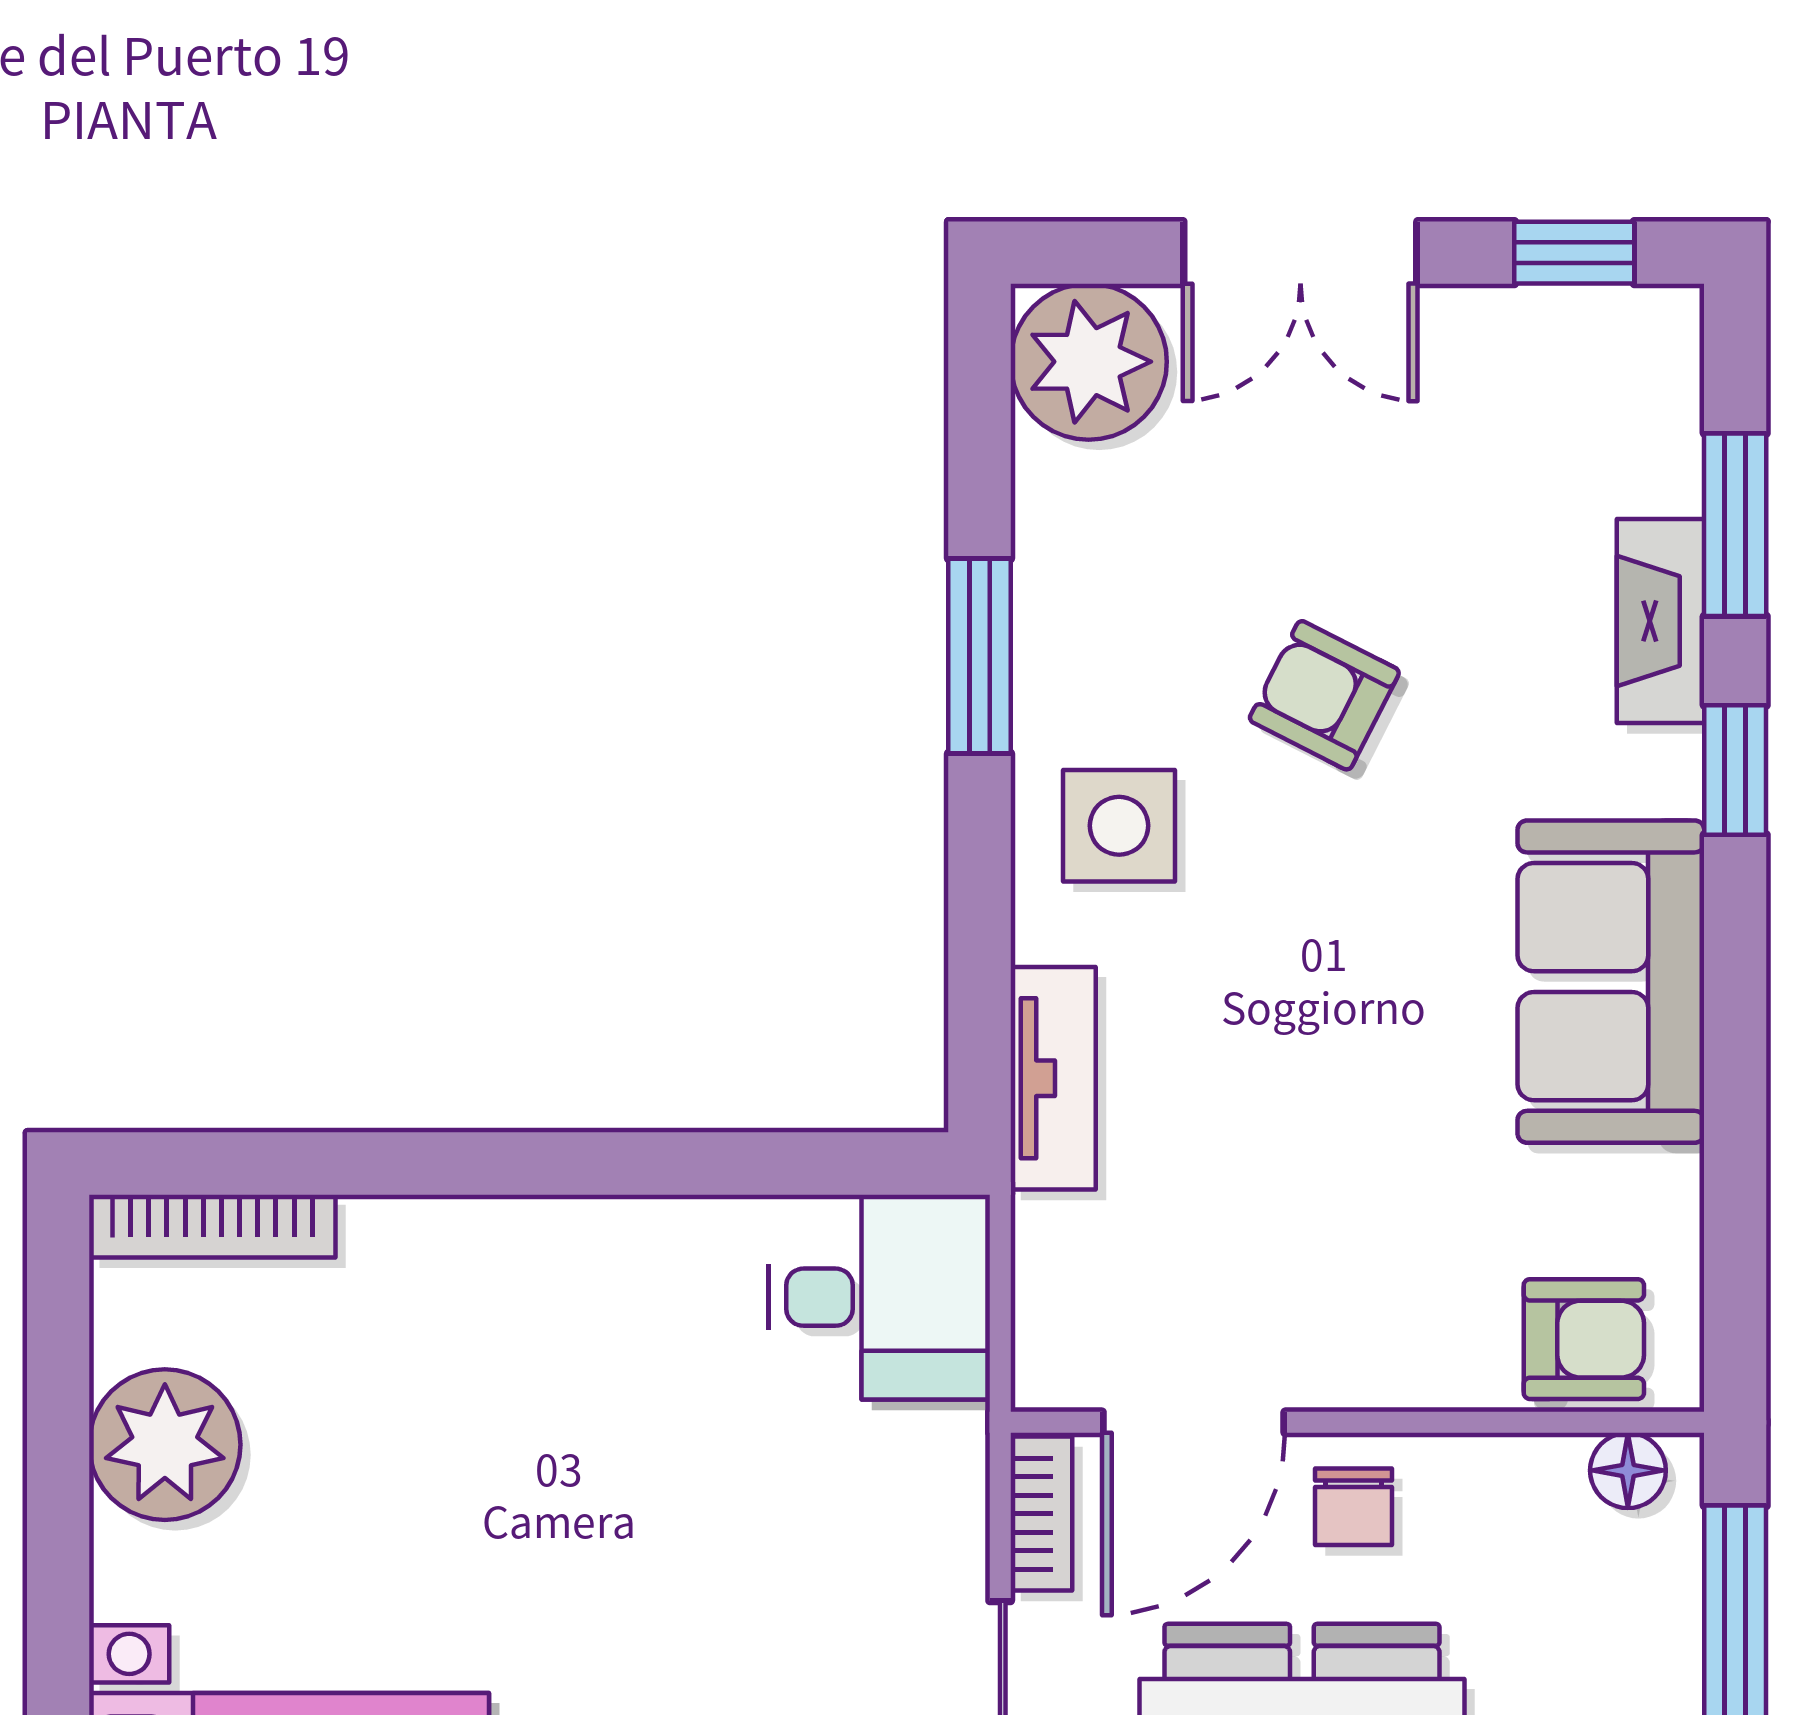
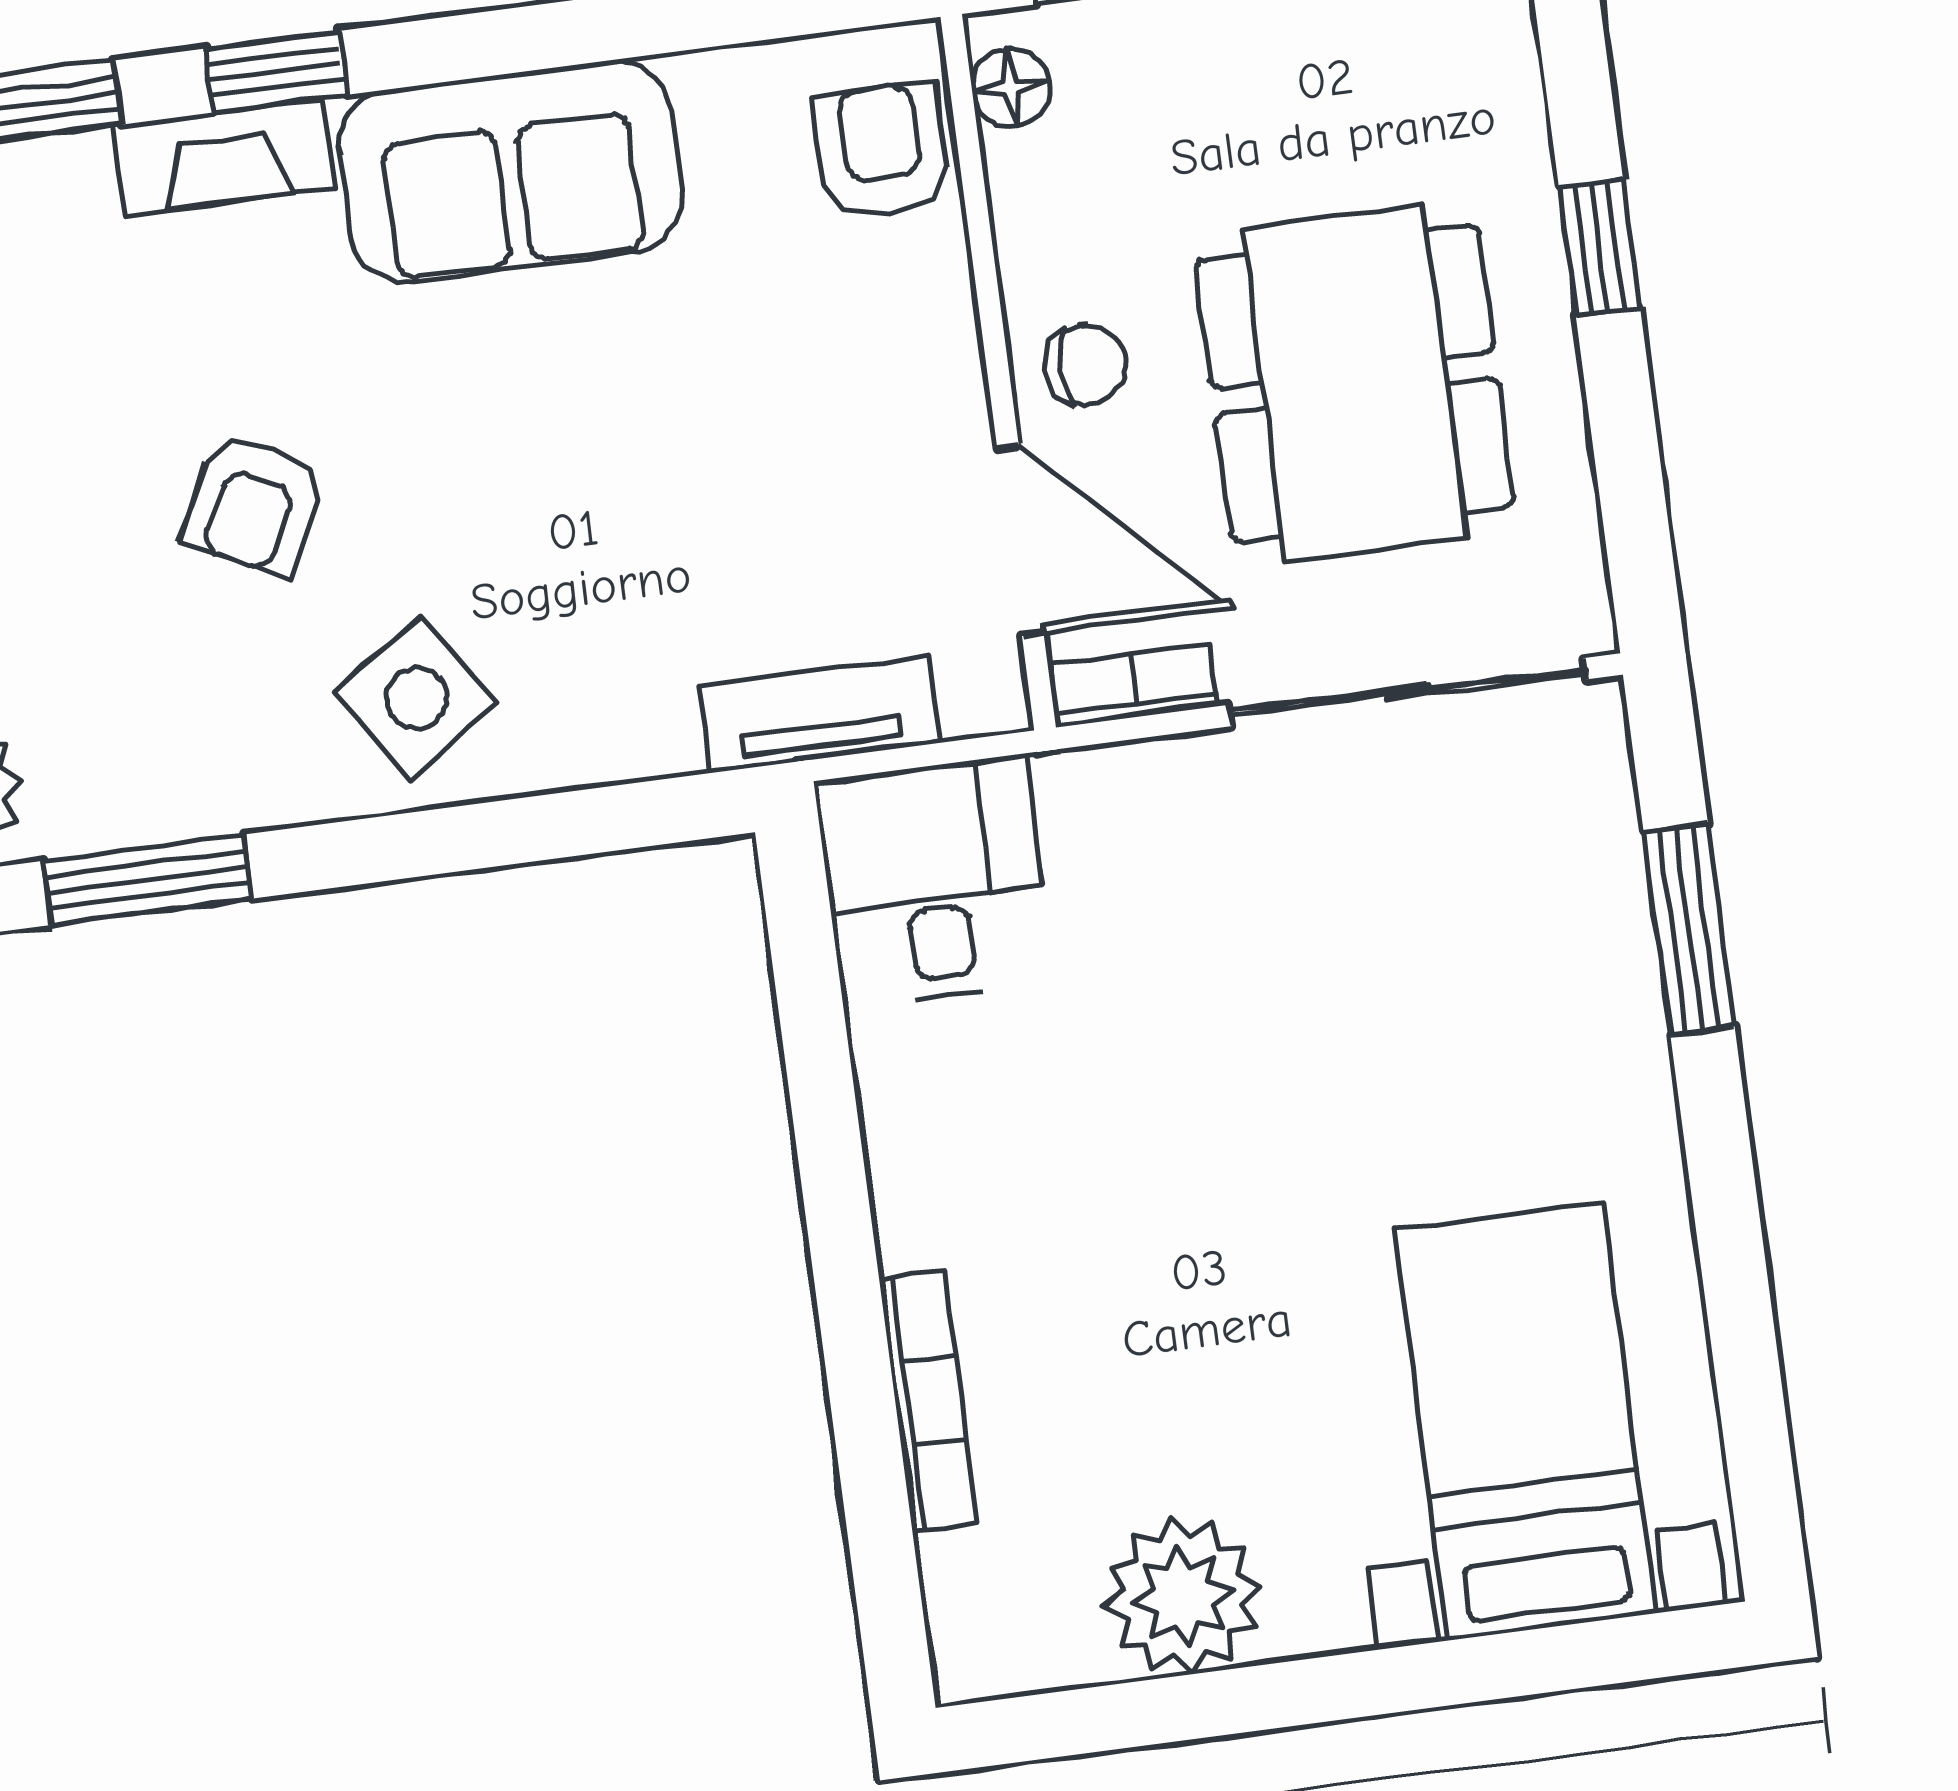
fireplace: (1660, 621) -> (224, 157), moved
window: (980, 656) -> (147, 880), moved
side table: (1119, 826) -> (416, 698), turned -34
tv unit: (1053, 1078) -> (819, 714), moved
bookcase: (212, 1226) -> (928, 1401), moved

